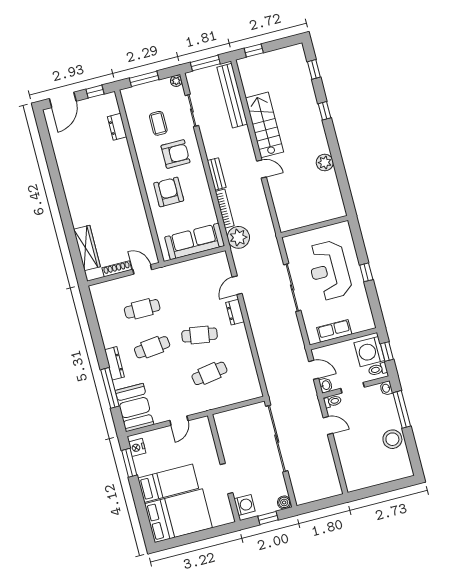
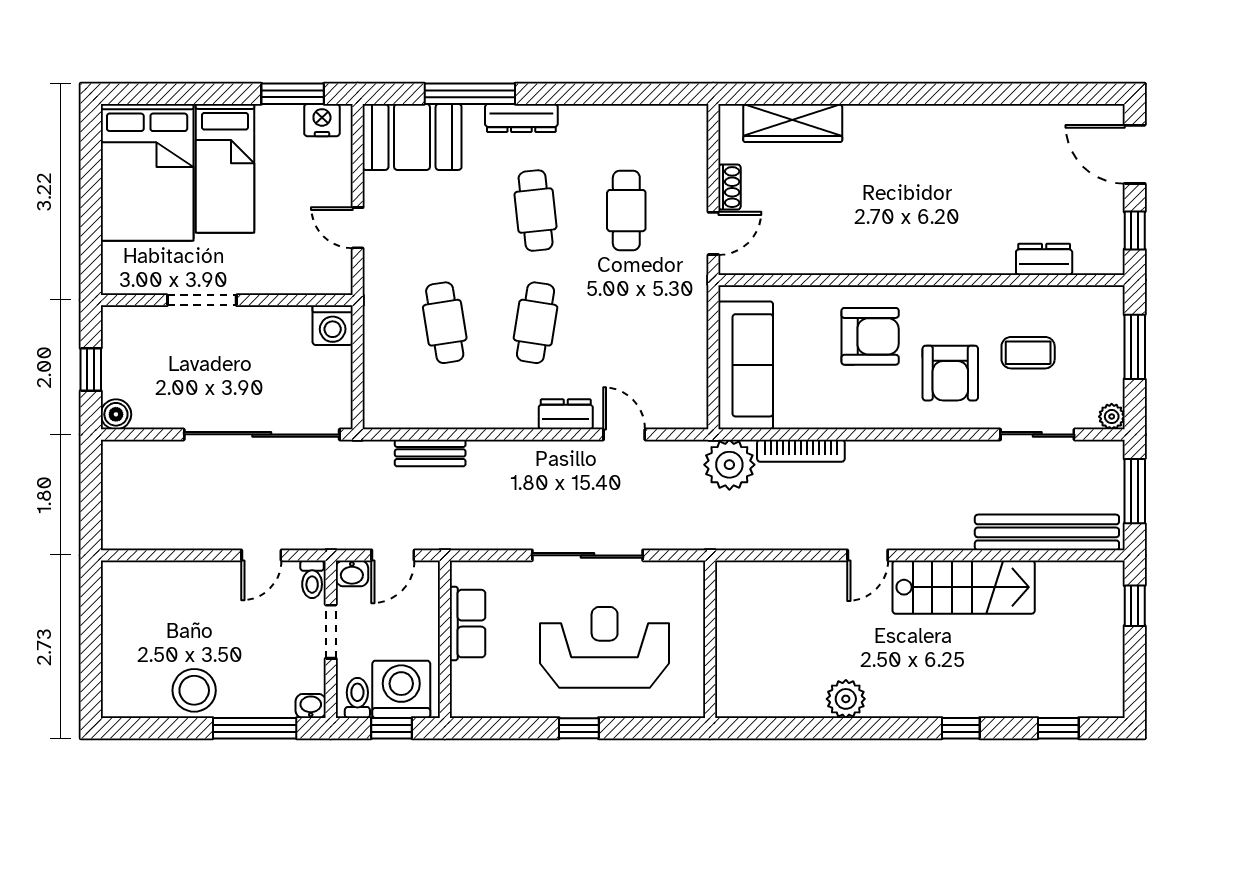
bench: (217, 174) -> (430, 453), moved
shoe rack: (117, 269) -> (729, 187), width x0.70
washing machine: (245, 505) -> (333, 325), moved

